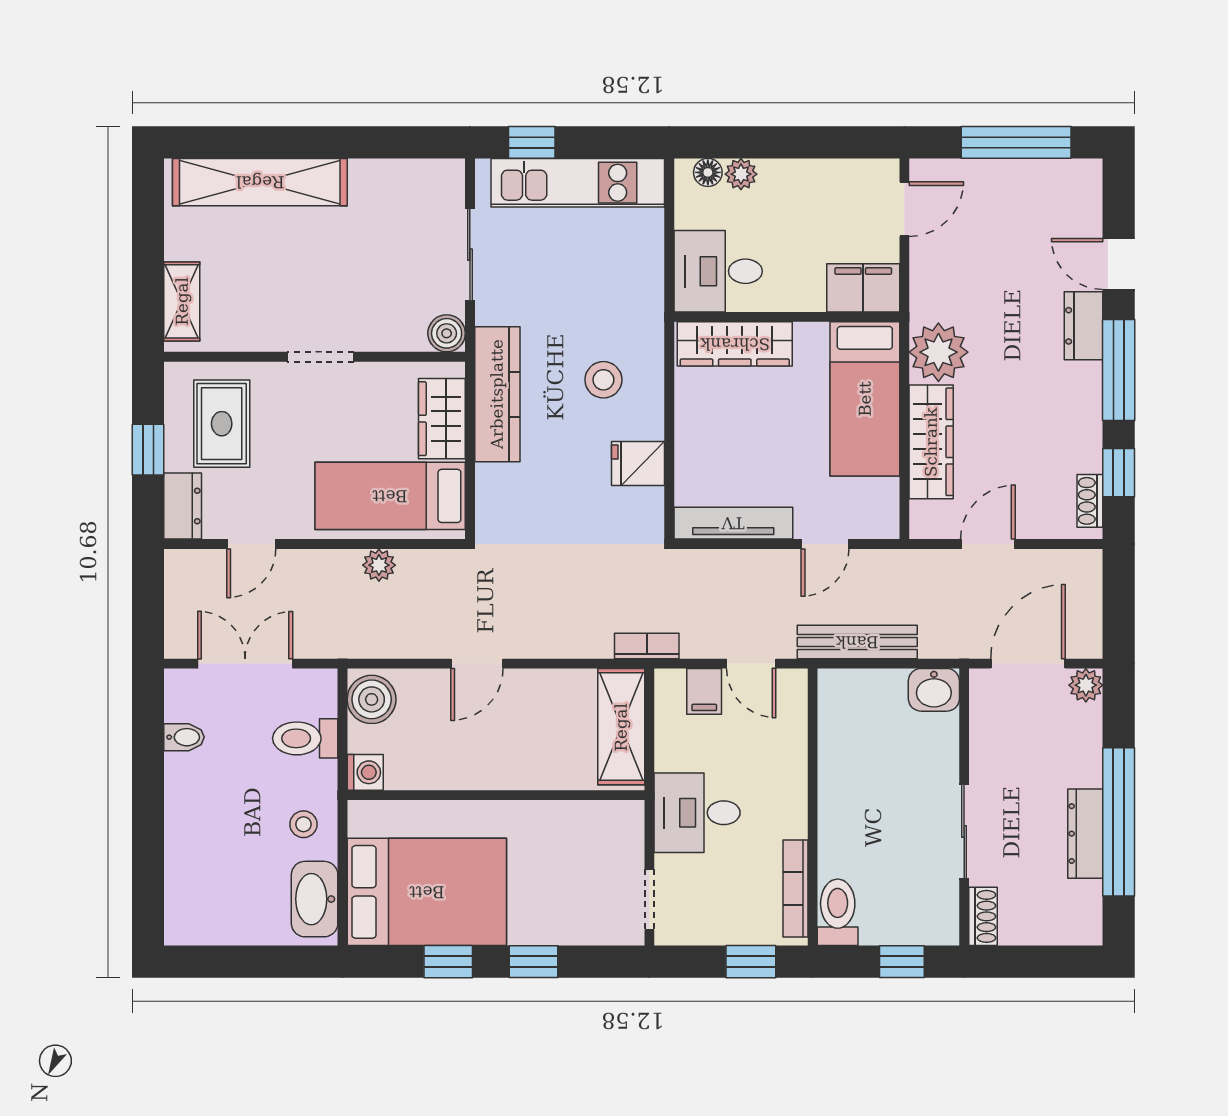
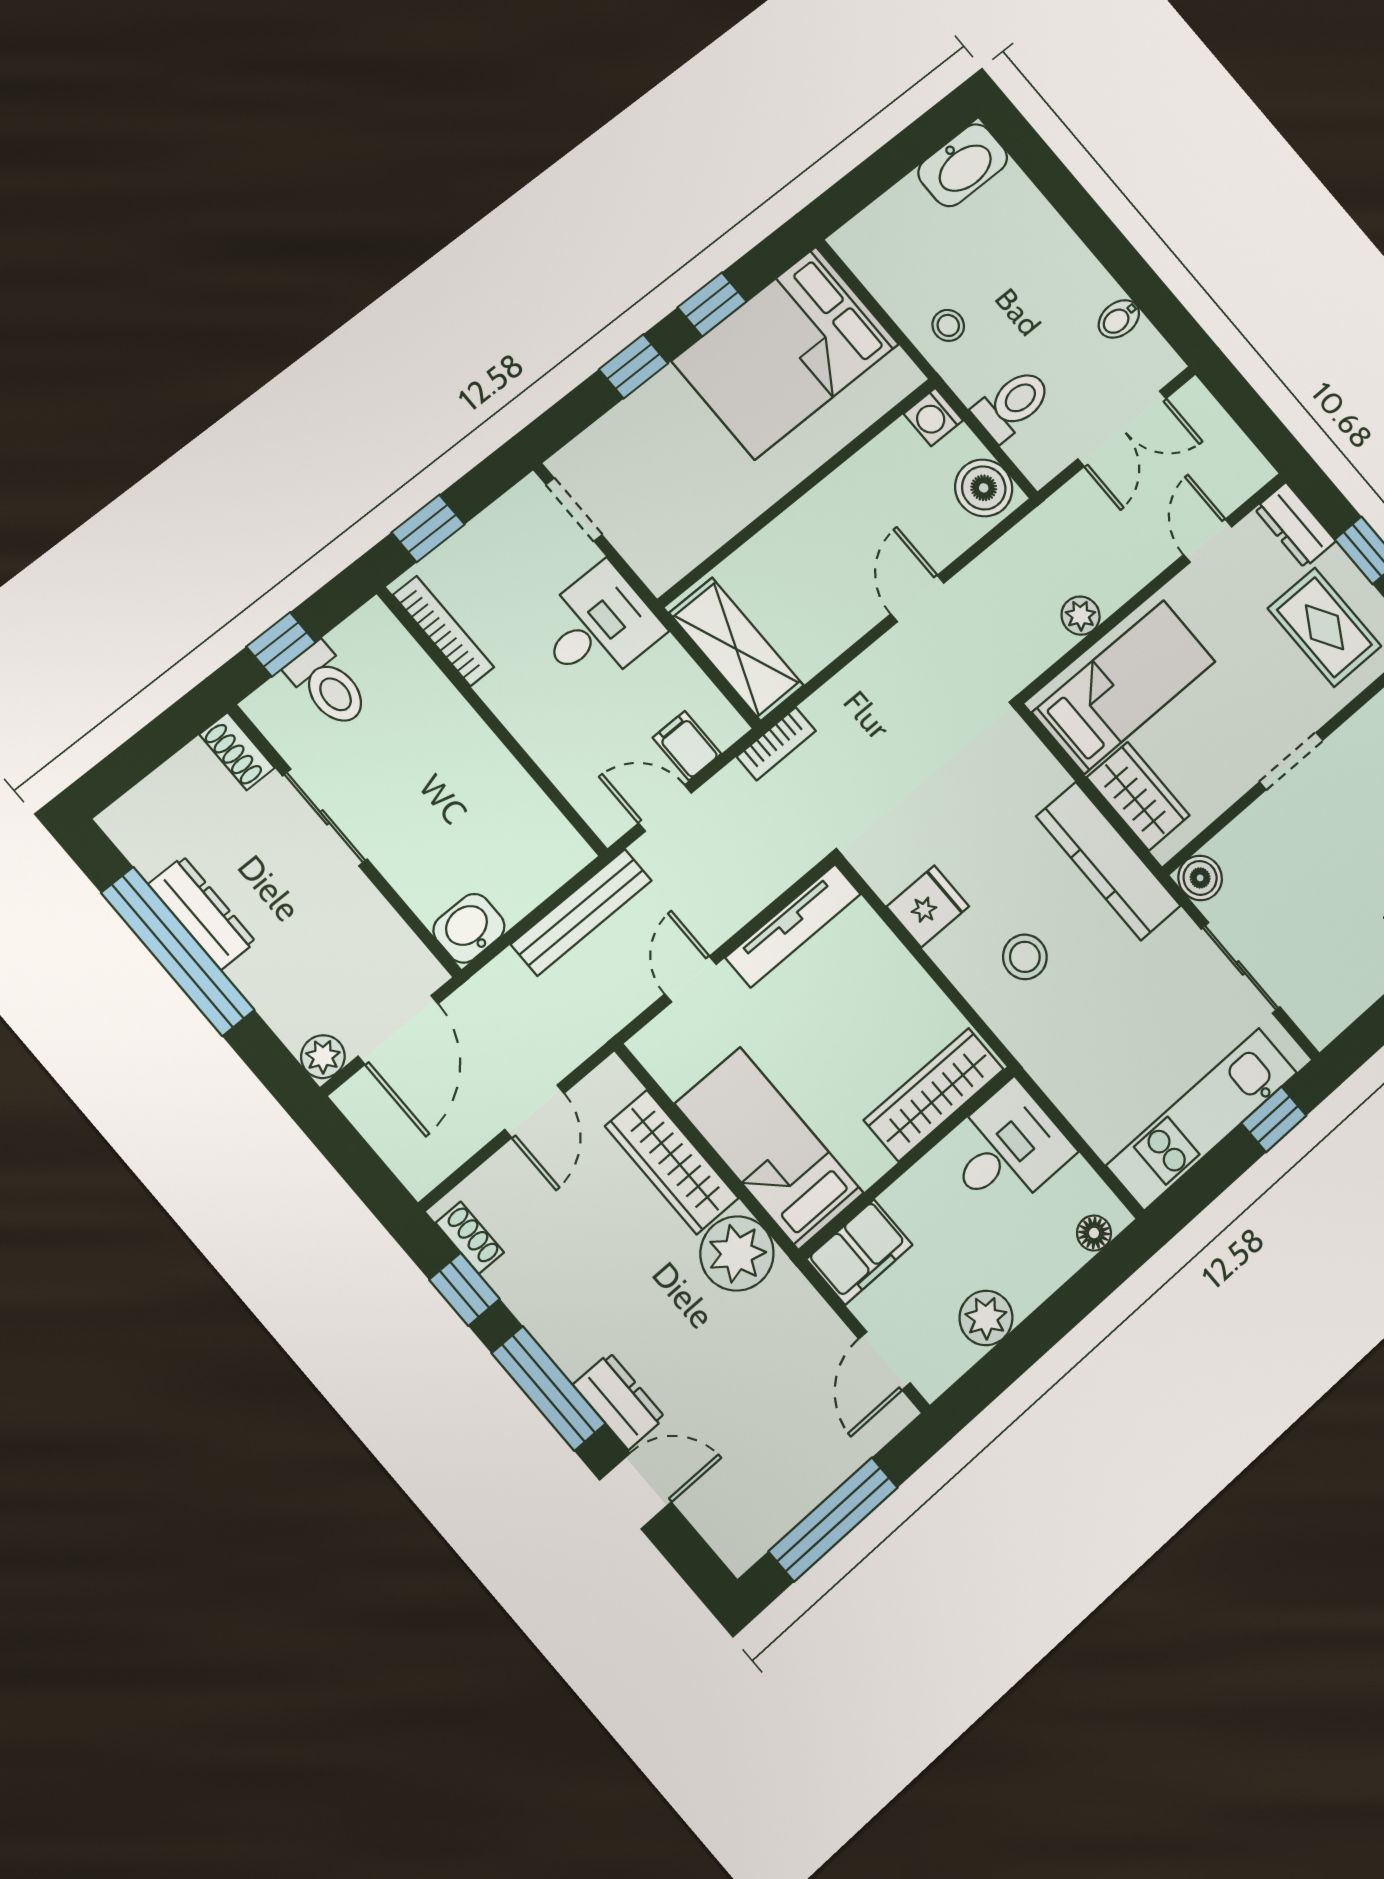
plant: (741, 174) -> (986, 1318), moved, width x1.38, depth x1.38
washbasin: (315, 899) -> (963, 165), moved, turned 90
toilet: (838, 912) -> (328, 685), moved

